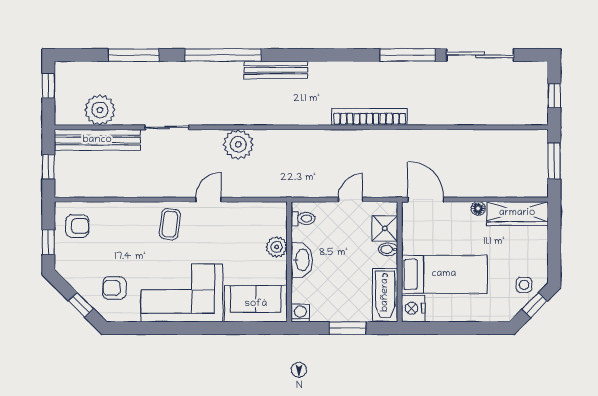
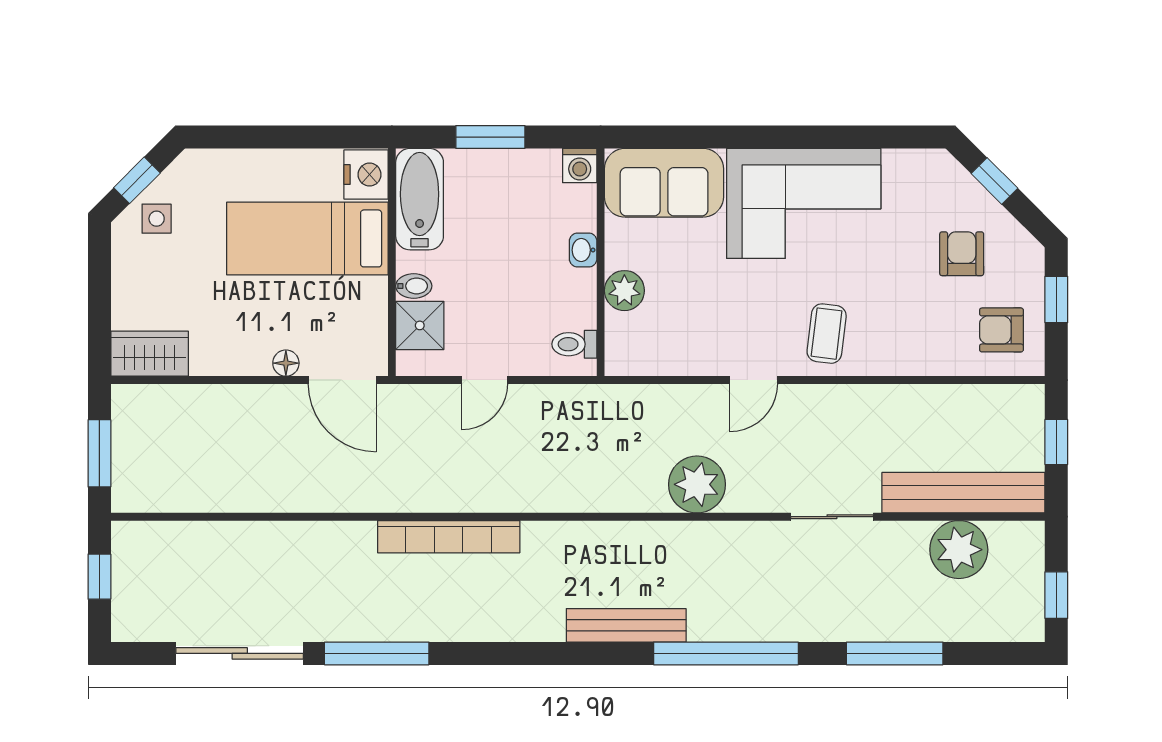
floor lamp: (478, 209) -> (286, 363), moved
wardrobe: (517, 213) -> (150, 354), width x0.67
washbasin: (302, 260) -> (583, 250), width x0.52, depth x0.69
armchair: (114, 288) -> (962, 254), moved, turned -90

